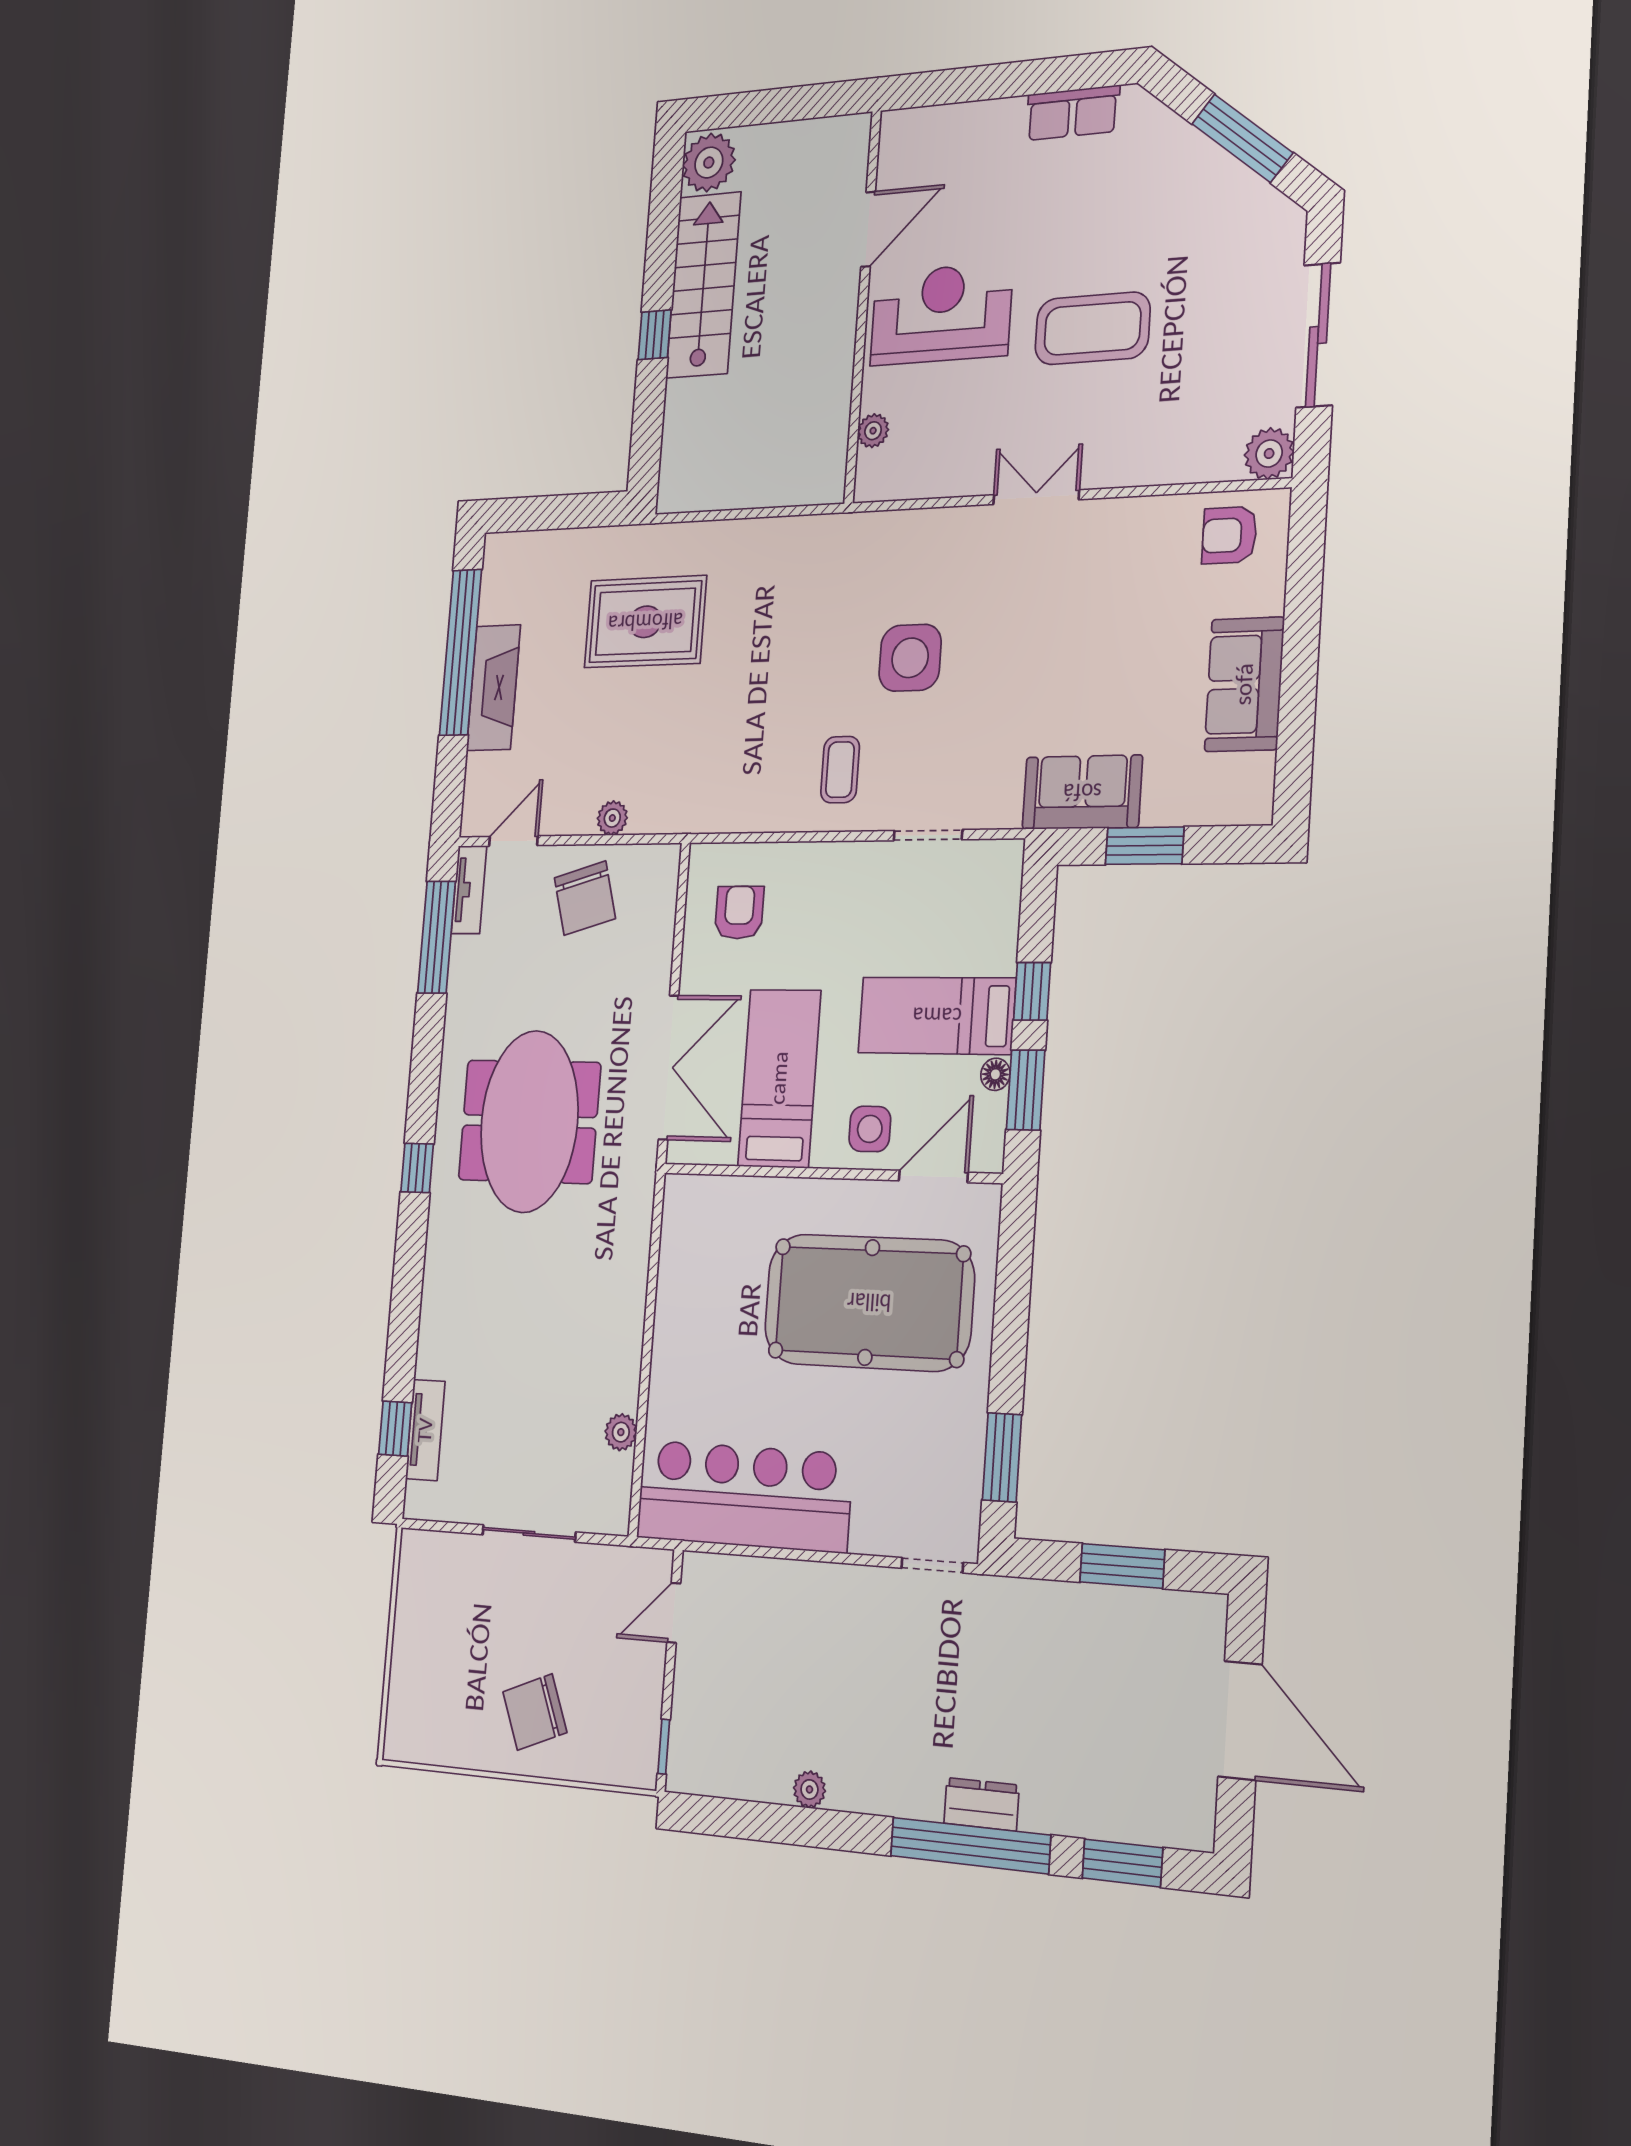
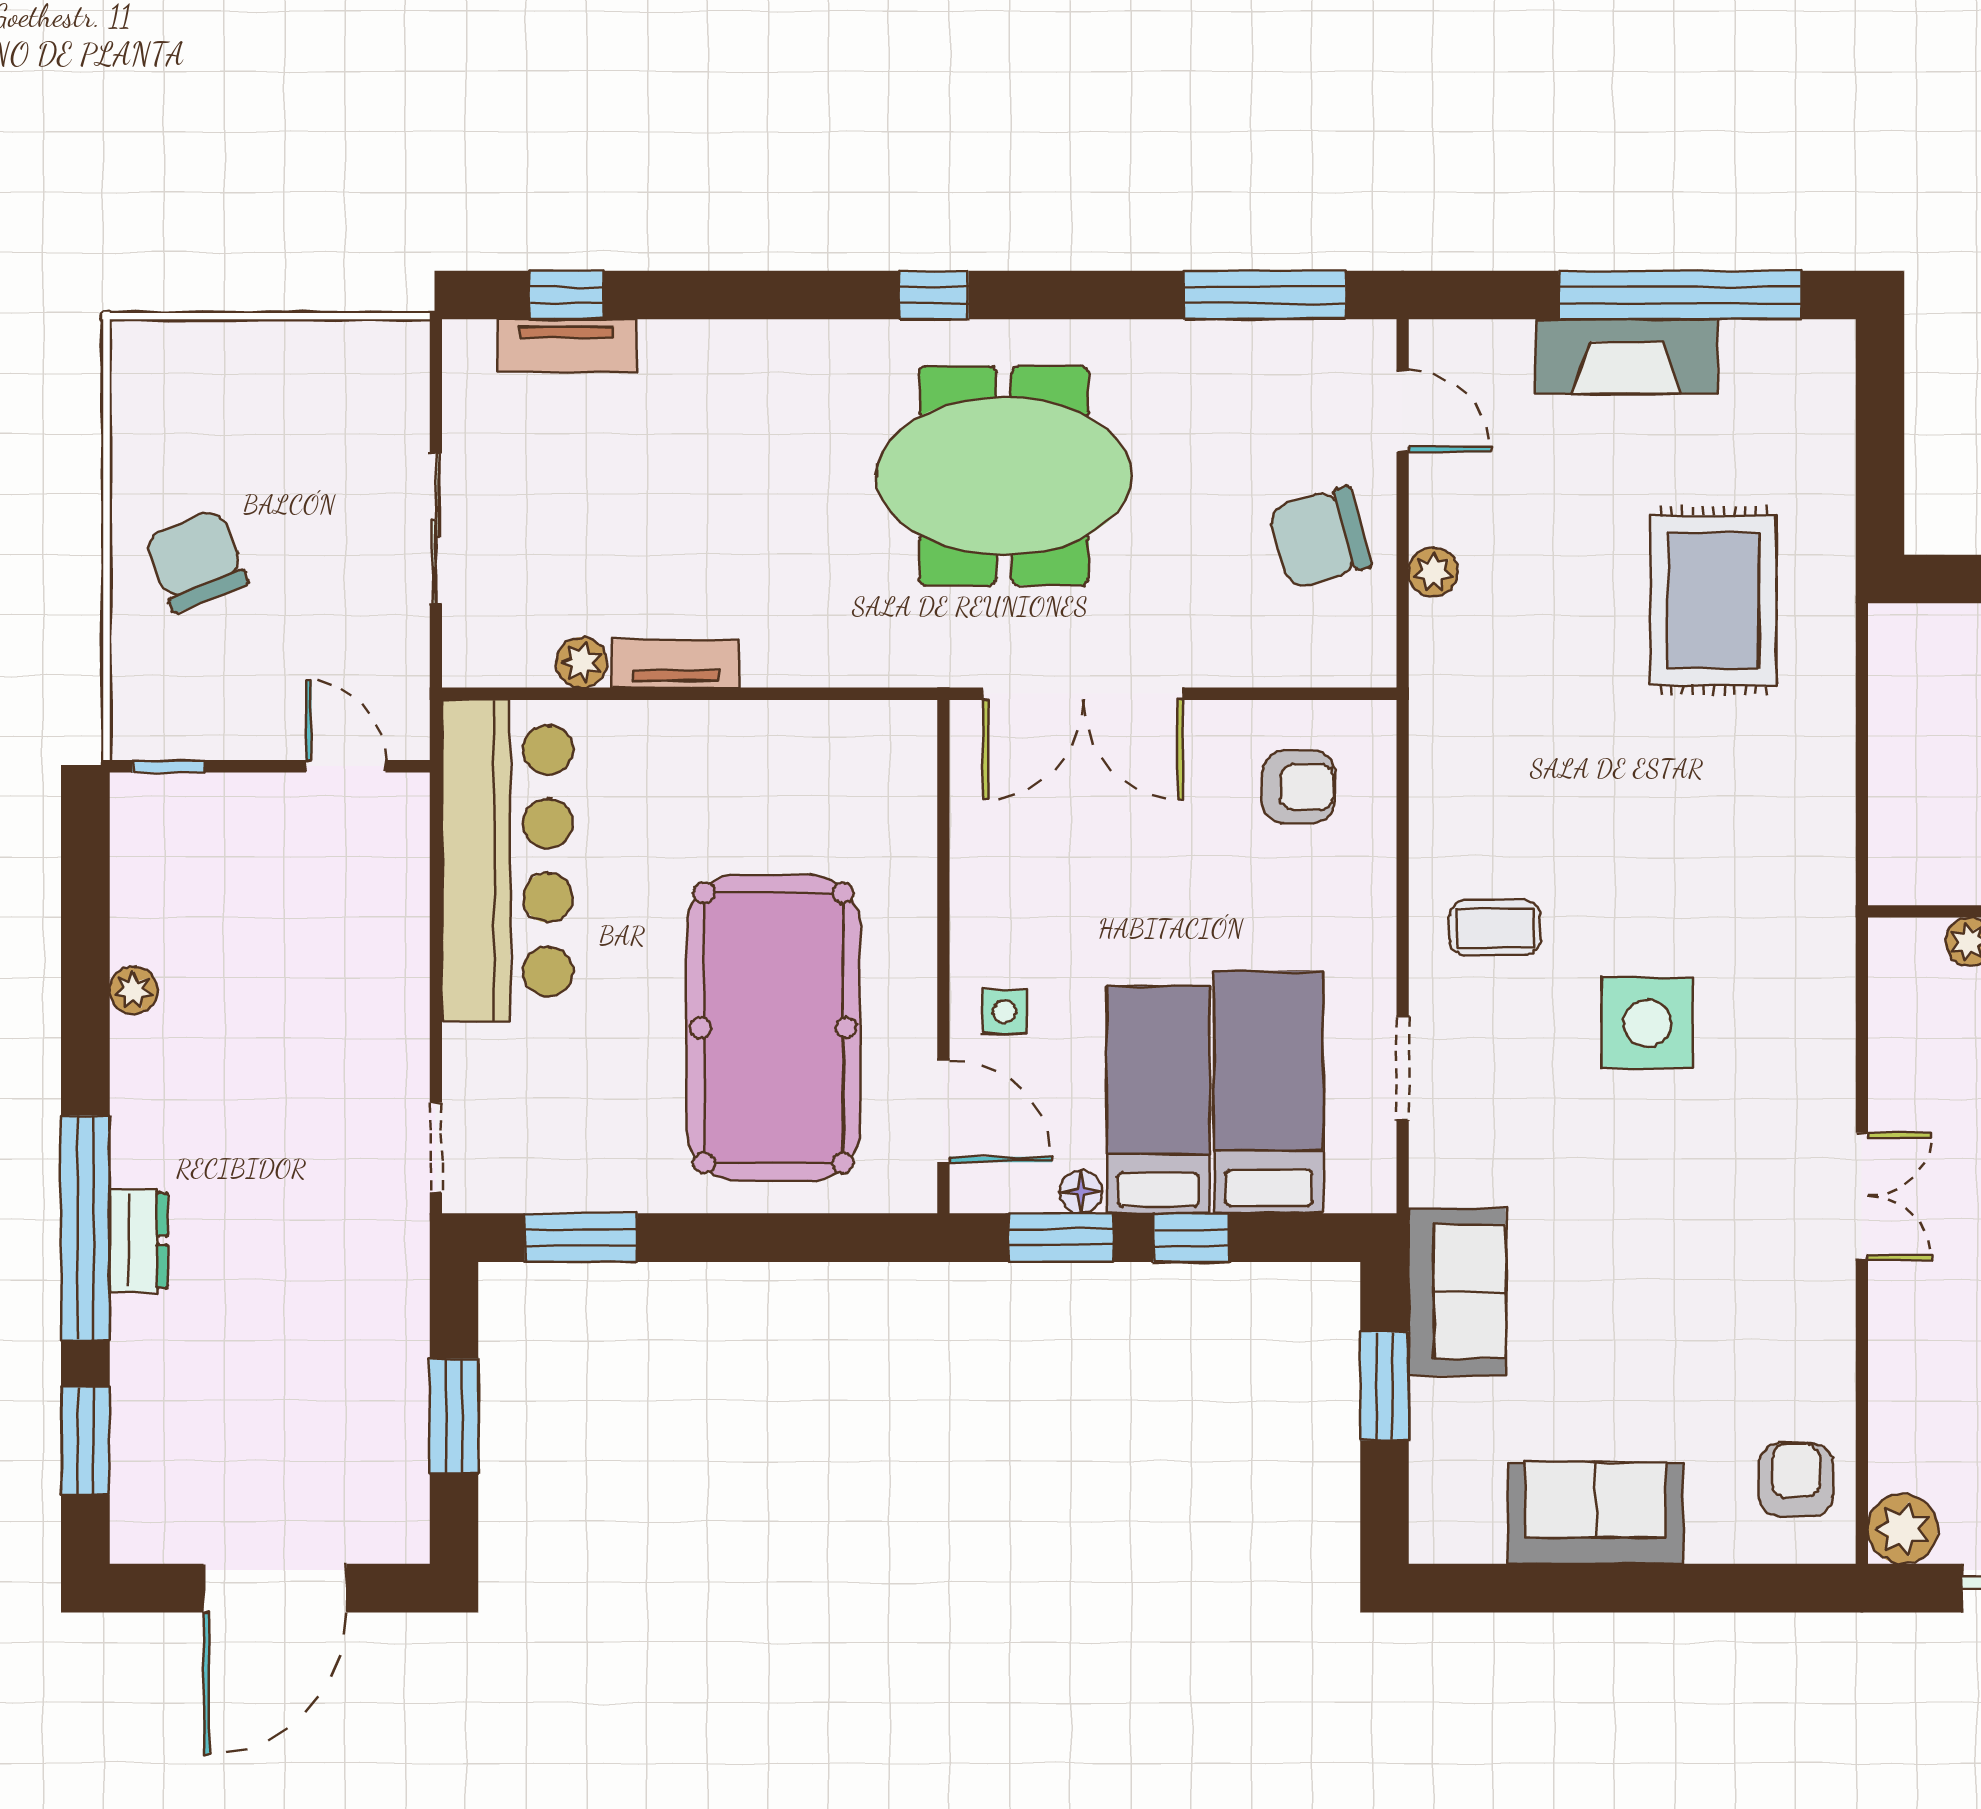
tv unit: (469, 890) -> (675, 664), moved, turned 180
bed: (779, 1078) -> (1269, 1092), moved, turned -90
side table: (870, 1129) -> (1005, 1012), width x0.73, depth x0.73

